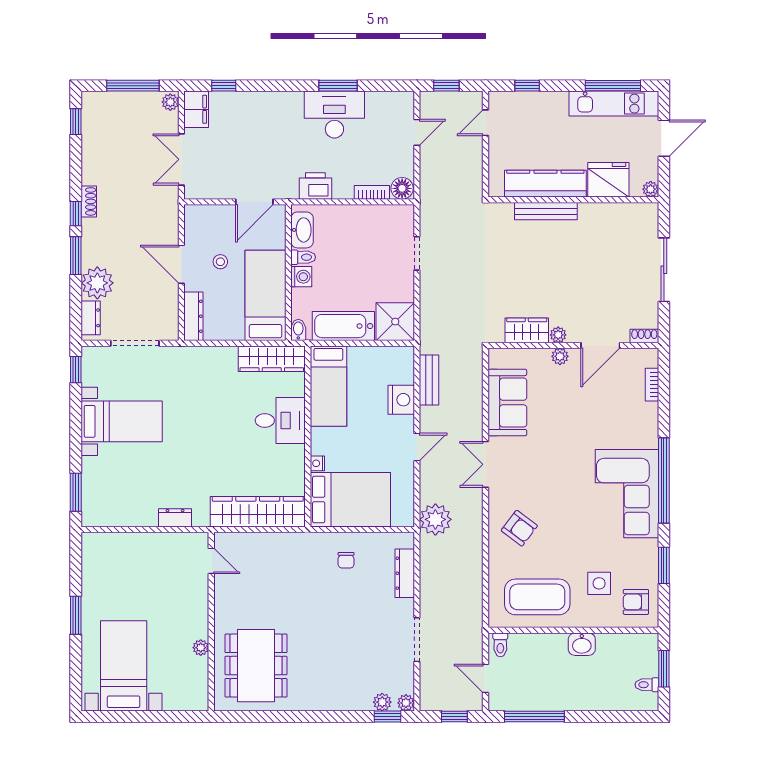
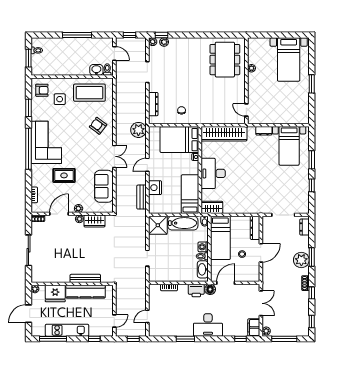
kitchen unit: (614, 104) -> (67, 330), moved
desk: (334, 115) -> (208, 325), moved
floor lamp: (402, 188) -> (210, 289), moved
window: (76, 214) -> (312, 293), moved
door: (181, 264) -> (261, 253), hinge flipped
plant: (97, 283) -> (301, 260), moved
wardrobe: (272, 359) -> (212, 207), width x0.67
window: (76, 370) -> (312, 185), moved
bed with nightstands: (122, 421) -> (289, 146), moved, turned -90
desk: (280, 421) -> (213, 173), width x1.37
rug: (590, 425) -> (64, 175), added
window: (76, 492) -> (312, 160), moved
washbasin: (582, 644) -> (96, 70), moved
window: (534, 717) -> (77, 35), moved

